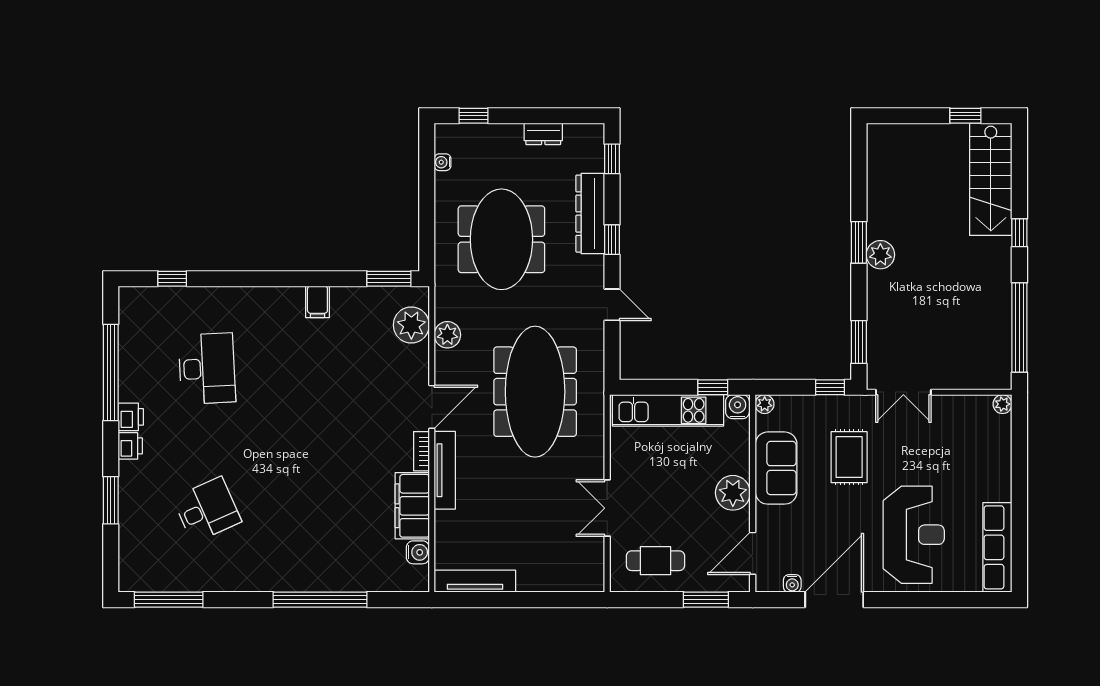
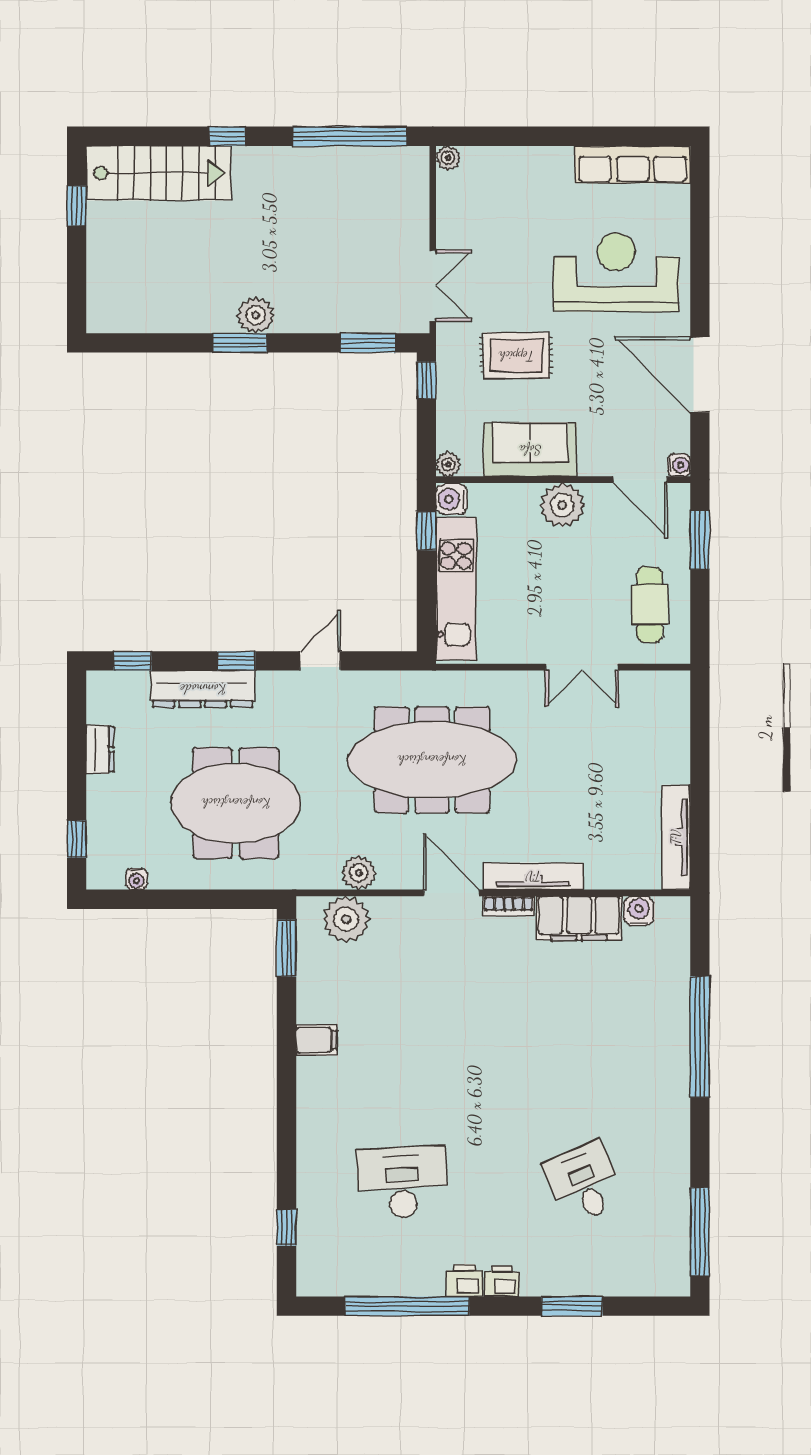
water cooler: (792, 583) -> (679, 465), moved

